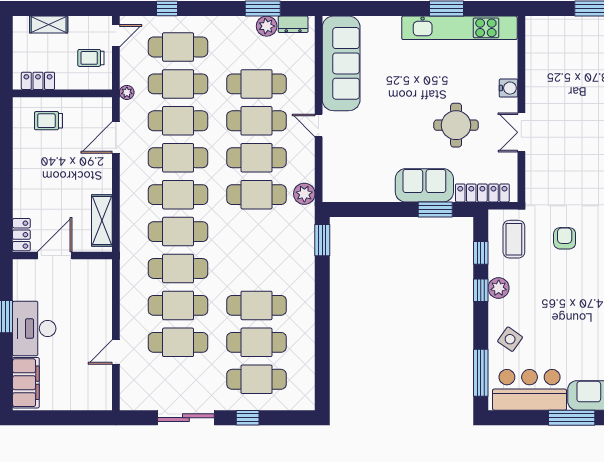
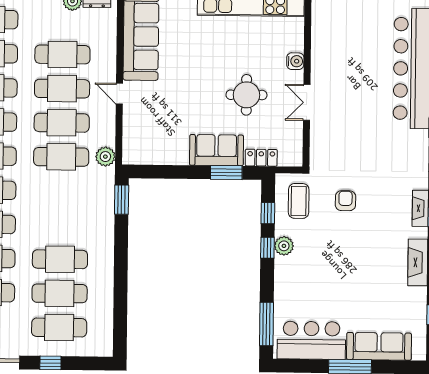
locker: (482, 193) -> (261, 158), width x0.66
side table: (510, 339) -> (294, 293), removed

